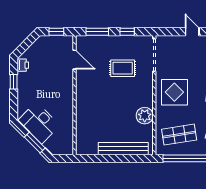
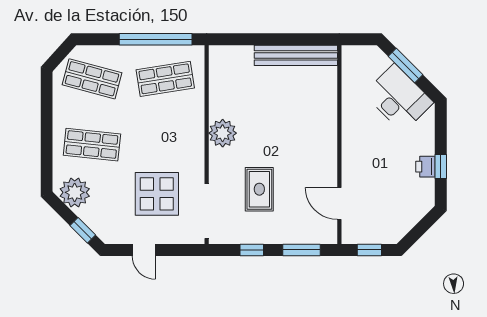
printer: (23, 65) -> (425, 167), moved
rug: (123, 68) -> (259, 189), turned 90
display table: (174, 92) -> (157, 194), moved
plant: (145, 116) -> (223, 133), moved
bench: (123, 149) -> (296, 55), moved

